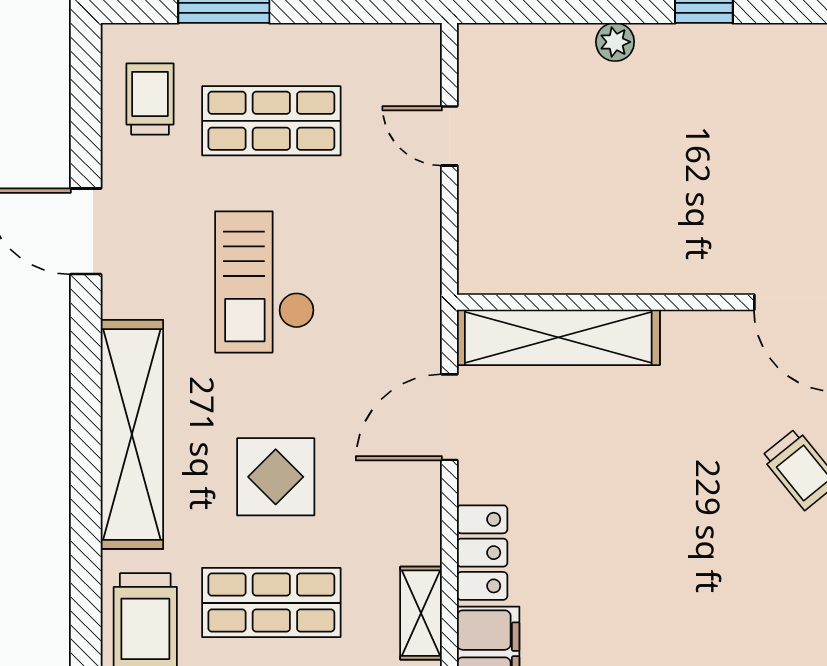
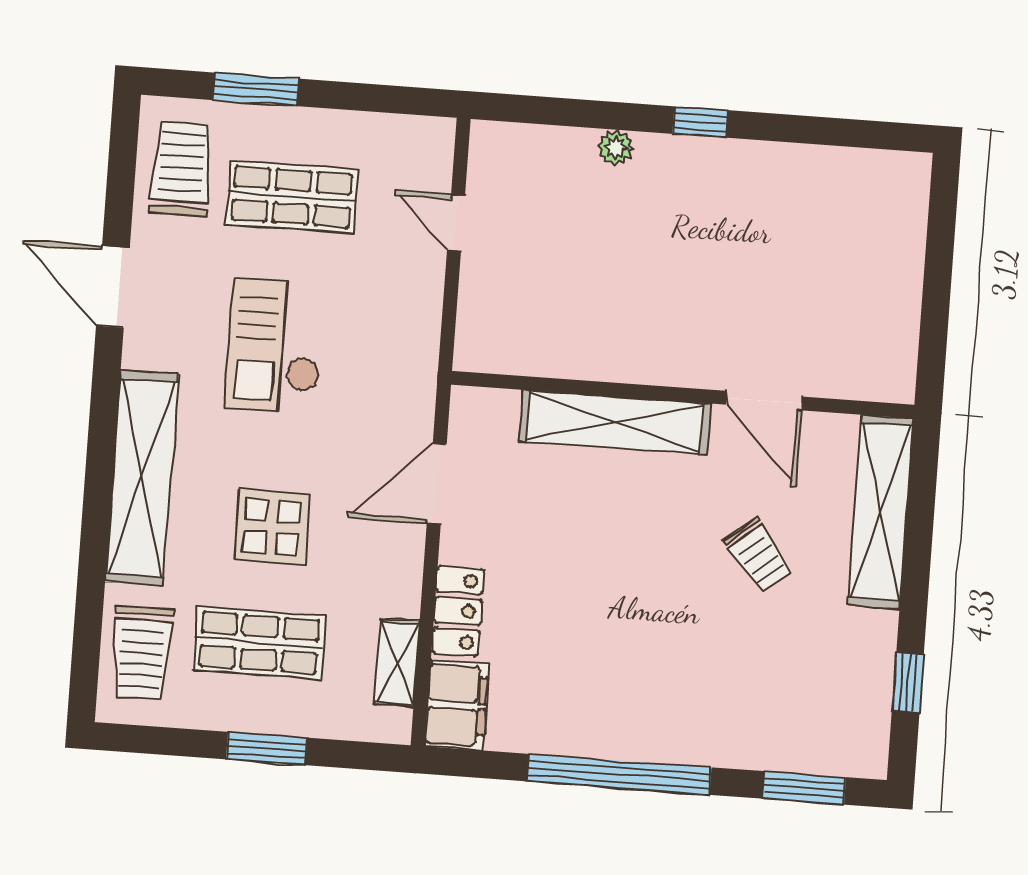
trolley: (150, 99) -> (181, 169), width x1.36, depth x1.39
shelving: (558, 337) -> (615, 422), moved

